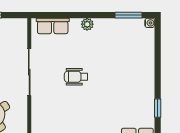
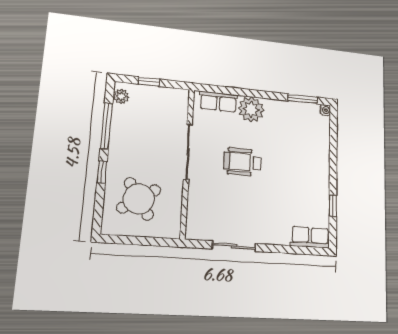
plant: (87, 24) -> (251, 109), width x1.88, depth x1.88
wheelchair: (76, 77) -> (242, 162), width x1.36, depth x1.37

